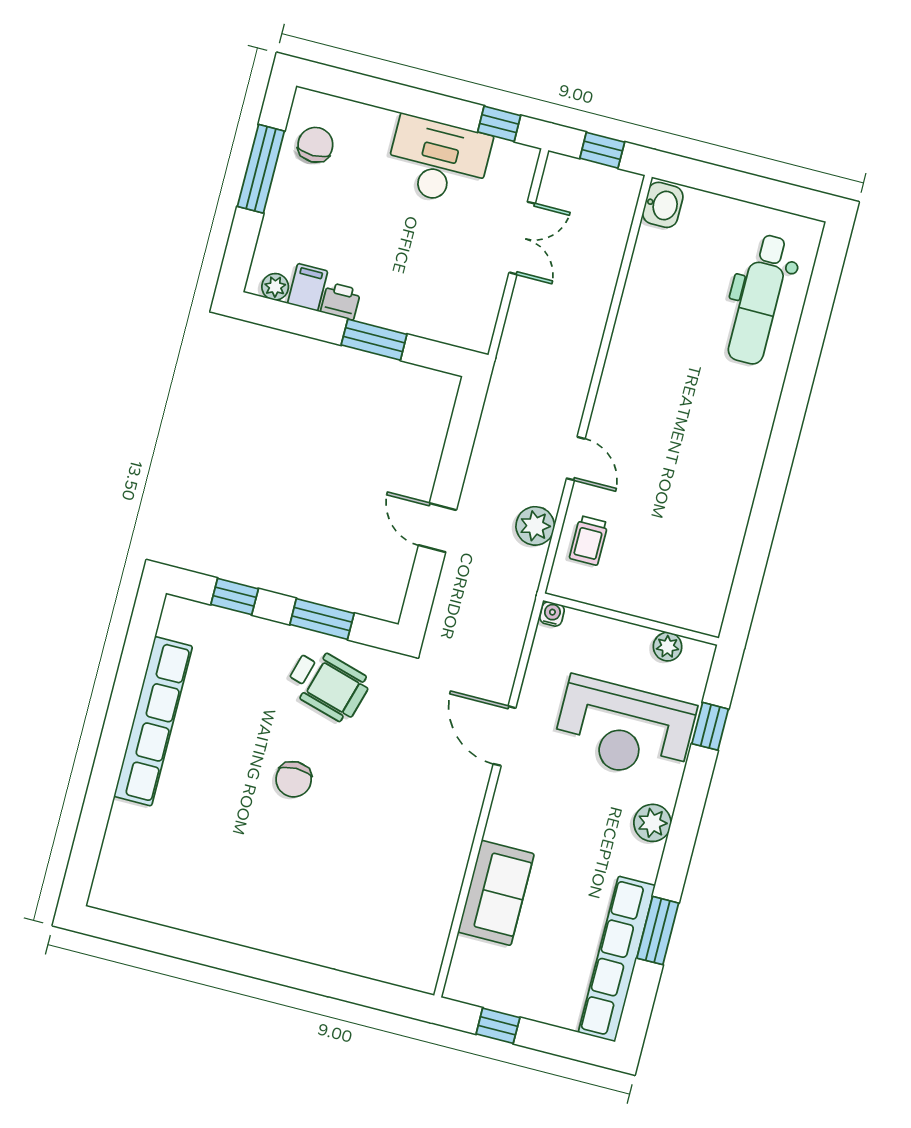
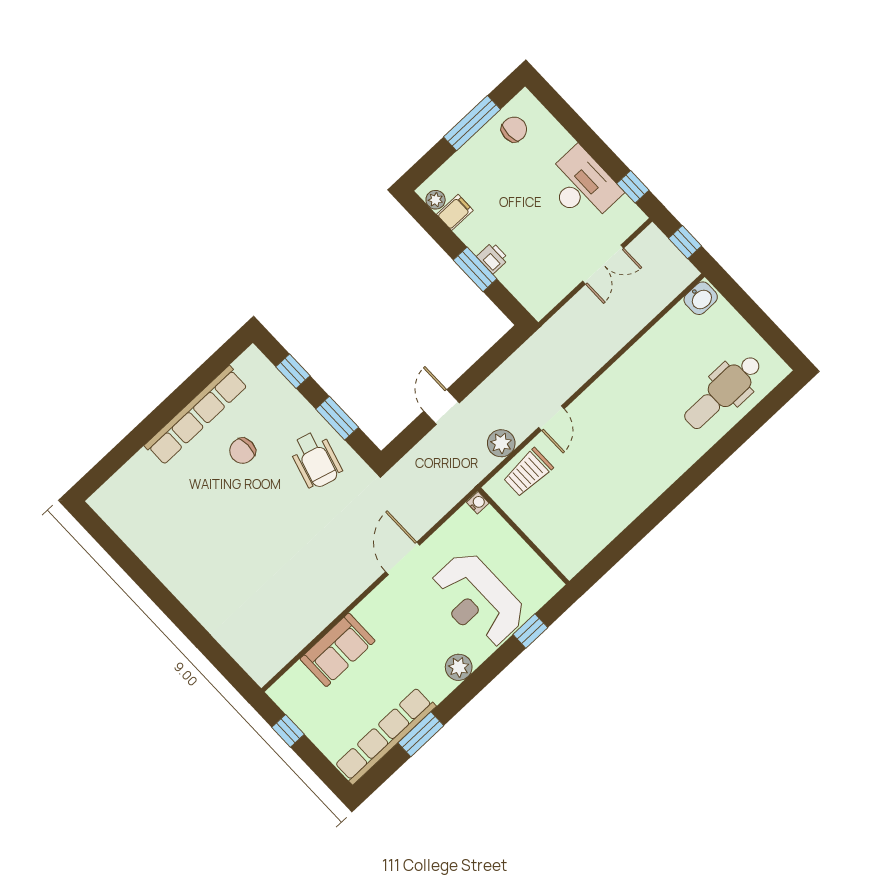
printer: (341, 301) -> (493, 258), moved
trolley: (589, 540) -> (528, 472), width x1.36, depth x1.39
plant: (668, 647) -> (535, 567), removed
chair: (294, 779) -> (243, 451), moved

